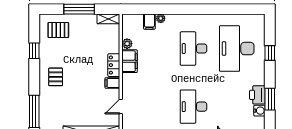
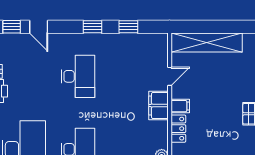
filing cabinet: (130, 61) -> (158, 105), moved

